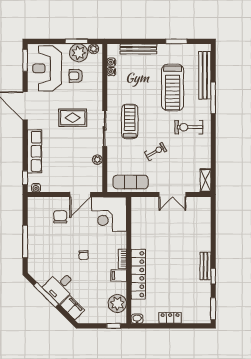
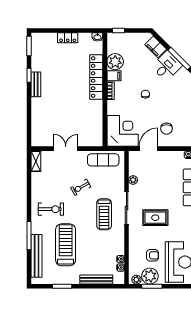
plant: (117, 304) -> (115, 62), moved

